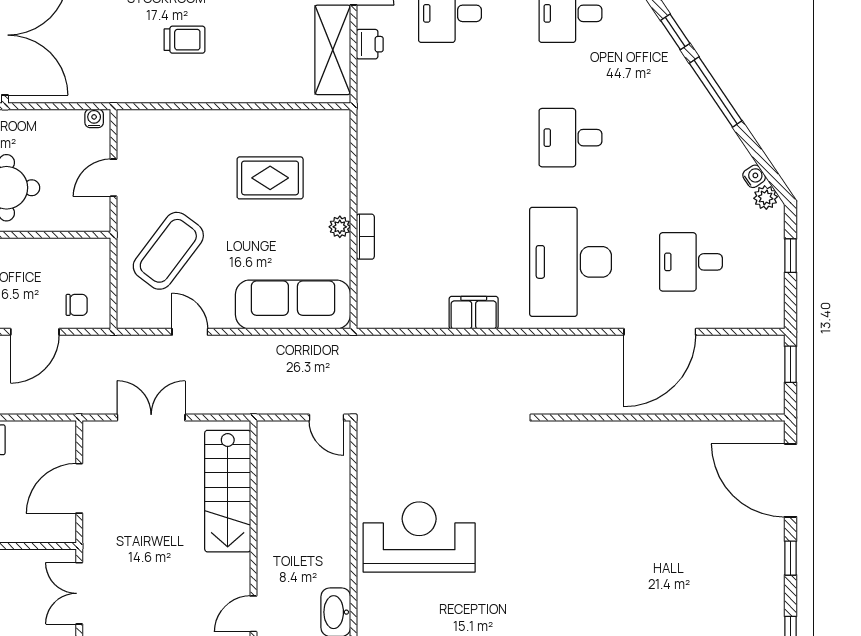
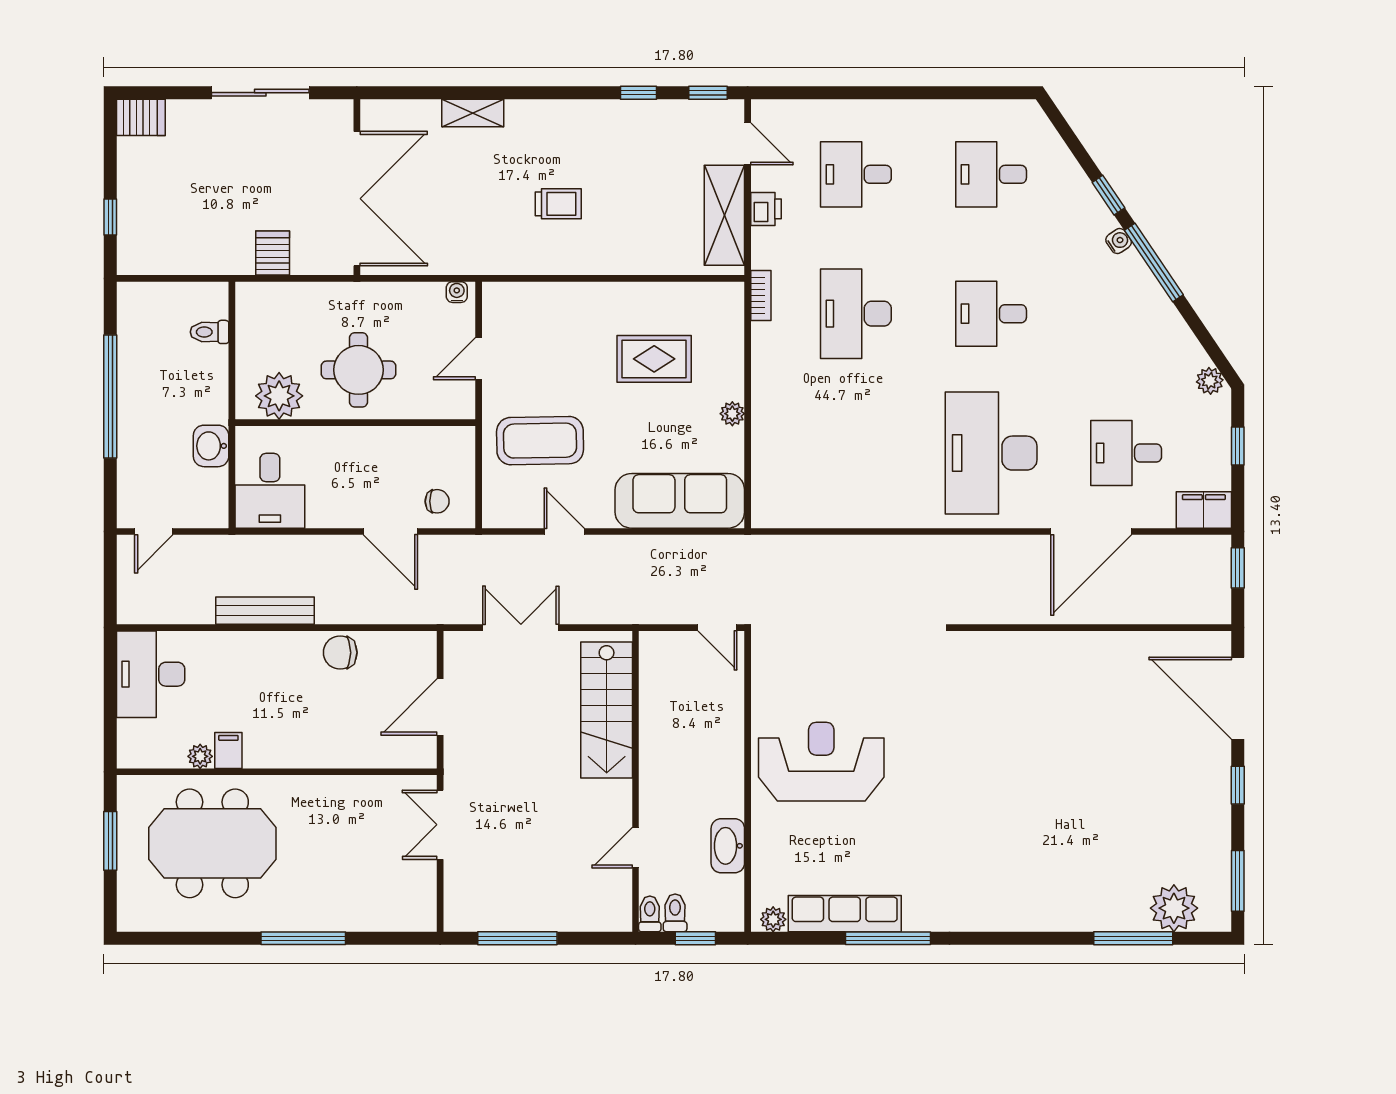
desk: (450, 138) -> (856, 314), added
water cooler: (754, 176) -> (1119, 241), moved
bookcase: (365, 237) -> (761, 295), moved
coffee table: (168, 251) -> (540, 441), turned 52
filing cabinet: (474, 313) -> (1204, 510), moved
door: (35, 332) -> (390, 532), hinge flipped

